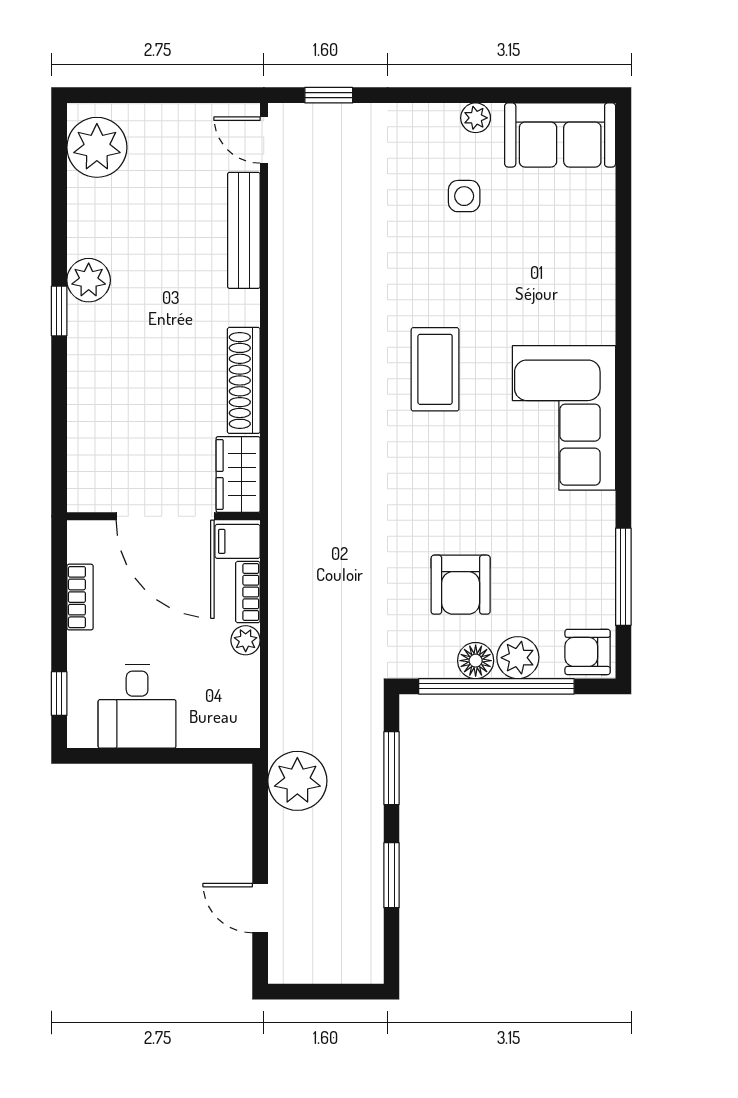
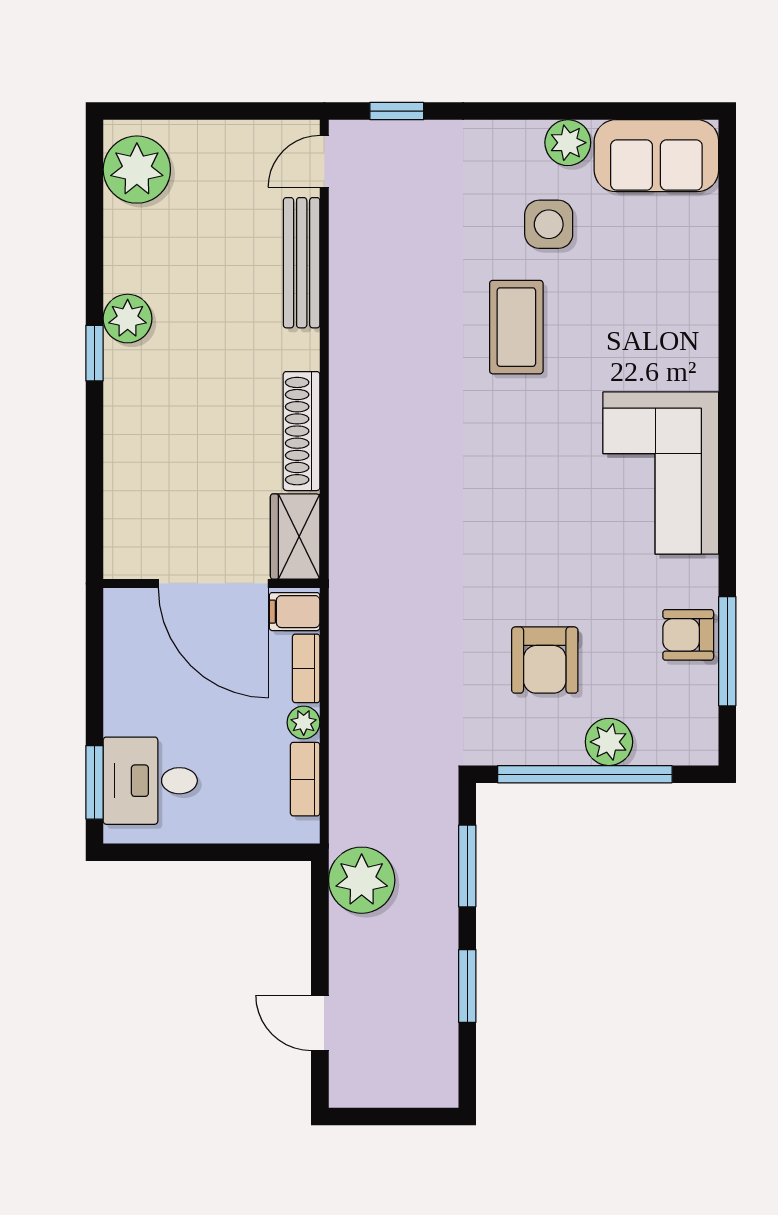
plant: (476, 118) -> (568, 143), width x1.38, depth x1.38
door: (264, 140) -> (324, 161), hinge flipped
side table: (464, 196) -> (549, 224), width x1.37, depth x1.37
coffee table: (435, 369) -> (516, 327), moved
bookcase: (80, 597) -> (305, 779), moved, turned 180
armchair: (588, 652) -> (688, 635), moved
floor lamp: (476, 661) -> (562, 745), removed
window: (59, 694) -> (95, 782), width x1.50
desk: (137, 706) -> (150, 781), moved, turned 90

